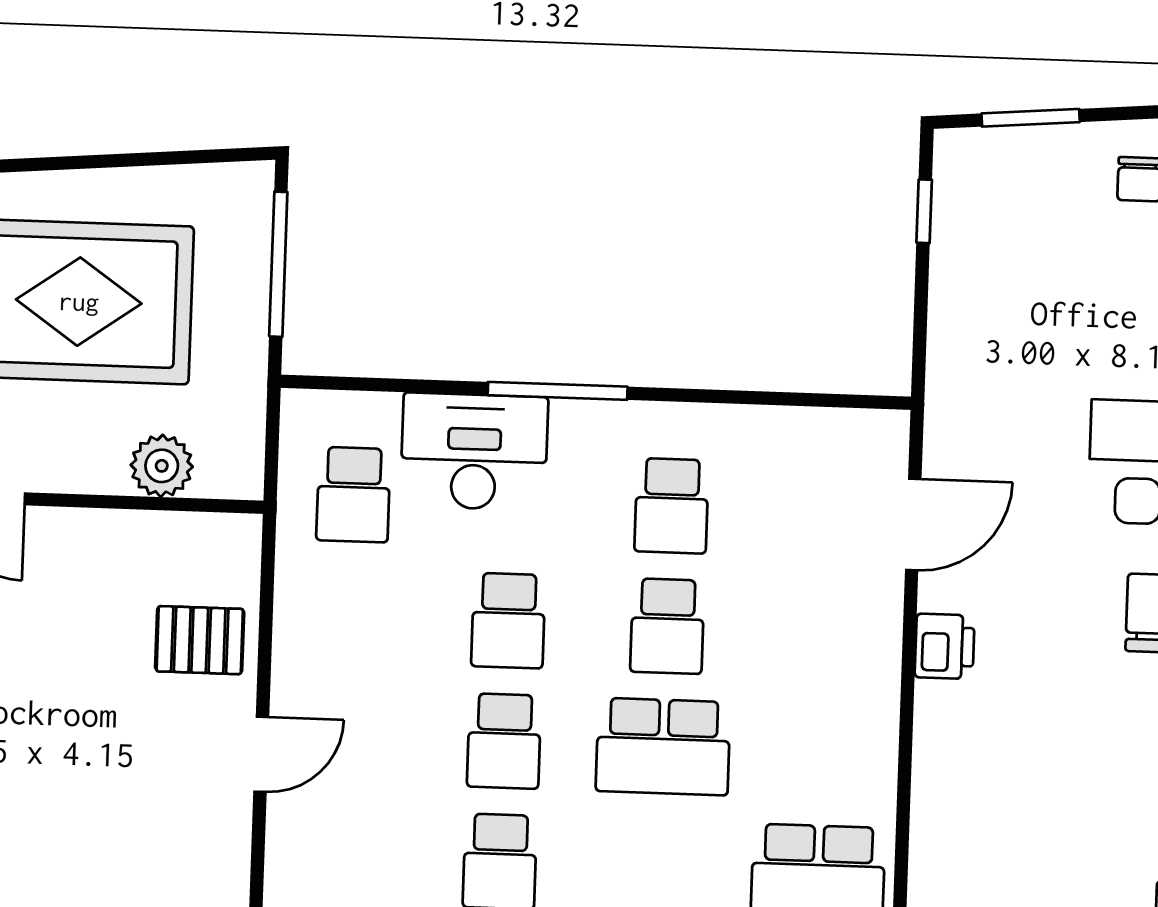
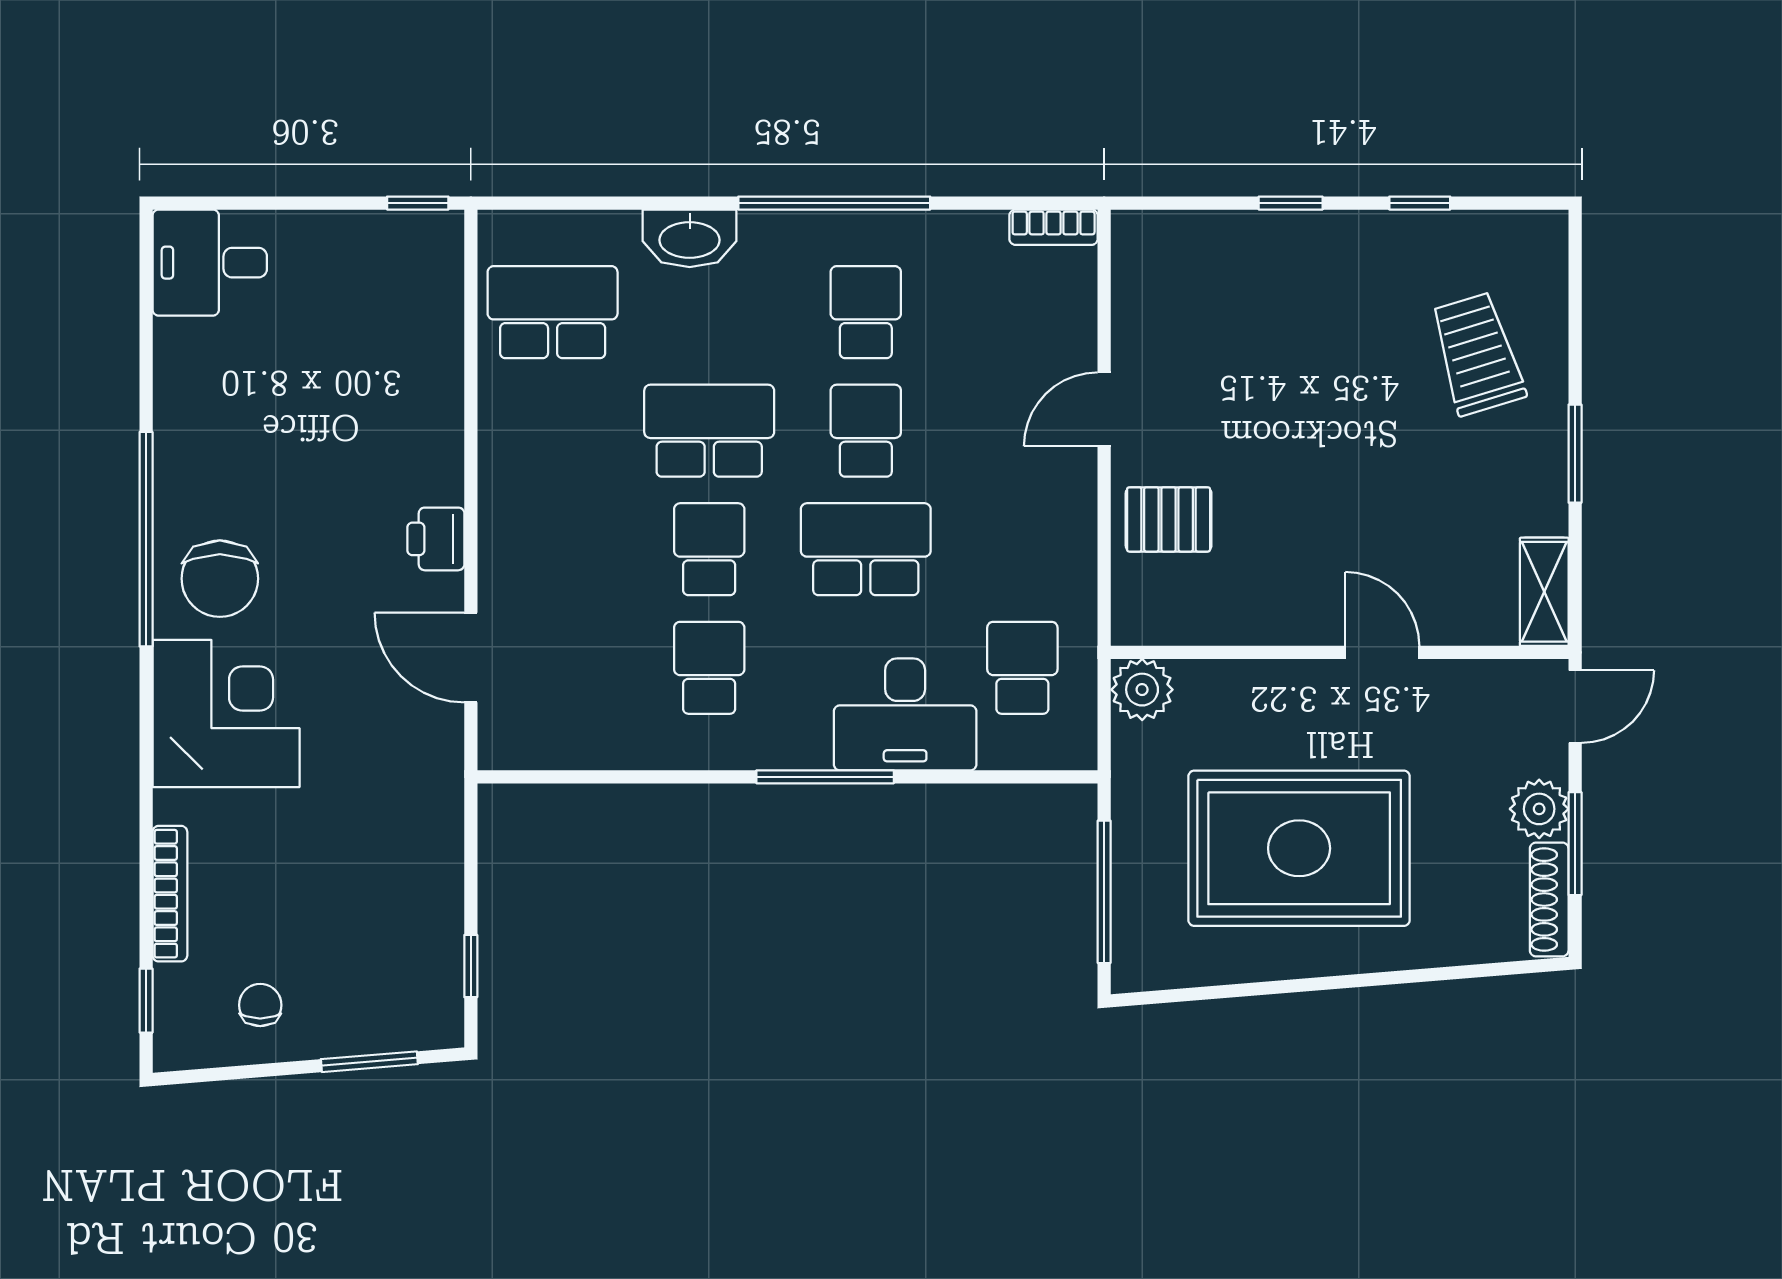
plant: (162, 466) -> (1142, 690), moved
door: (913, 525) -> (471, 658), hinge flipped
school desk: (508, 621) -> (866, 549), width x1.85

